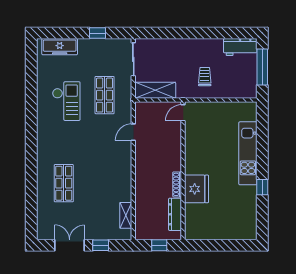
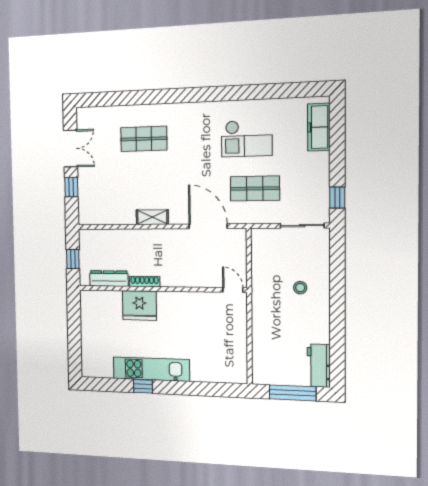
window: (98, 33) -> (337, 198), moved
stool: (181, 61) -> (300, 288), added
trolley: (205, 77) -> (280, 319), removed
shelving: (155, 90) -> (261, 254), removed
door: (133, 132) -> (208, 226), width x1.88
kitchen unit: (248, 153) -> (151, 369), moved
shelving: (126, 215) -> (152, 217), moved

